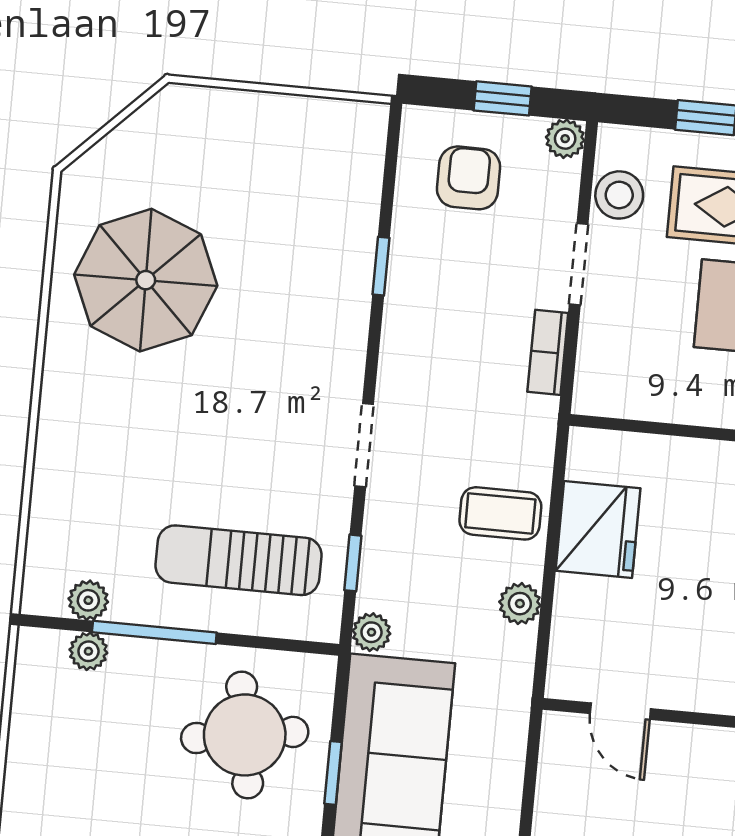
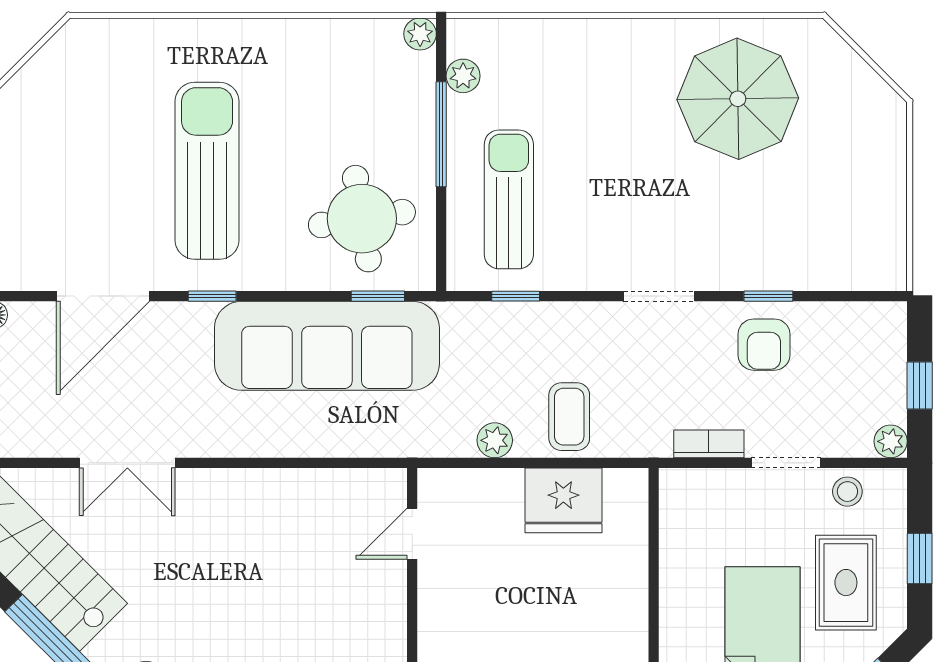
armchair: (469, 178) -> (764, 345), moved, turned 90
stool: (619, 195) -> (847, 492), width x0.73, depth x0.73
doorway: (364, 445) -> (659, 296), moved
plant: (371, 632) -> (459, 317), removed
plant: (88, 651) -> (420, 34), moved
window: (333, 773) -> (378, 296), moved

